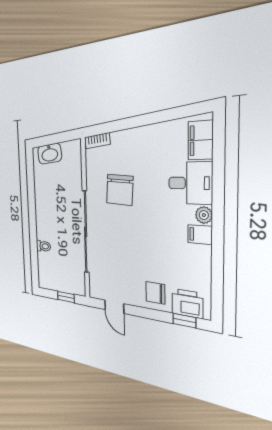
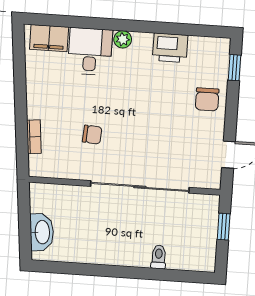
bookcase: (97, 141) -> (34, 137), moved
chair: (120, 190) -> (92, 135), width x0.54, depth x0.54
filing cabinet: (200, 235) -> (142, 44), removed
printer: (187, 303) -> (170, 48), moved, turned -90

